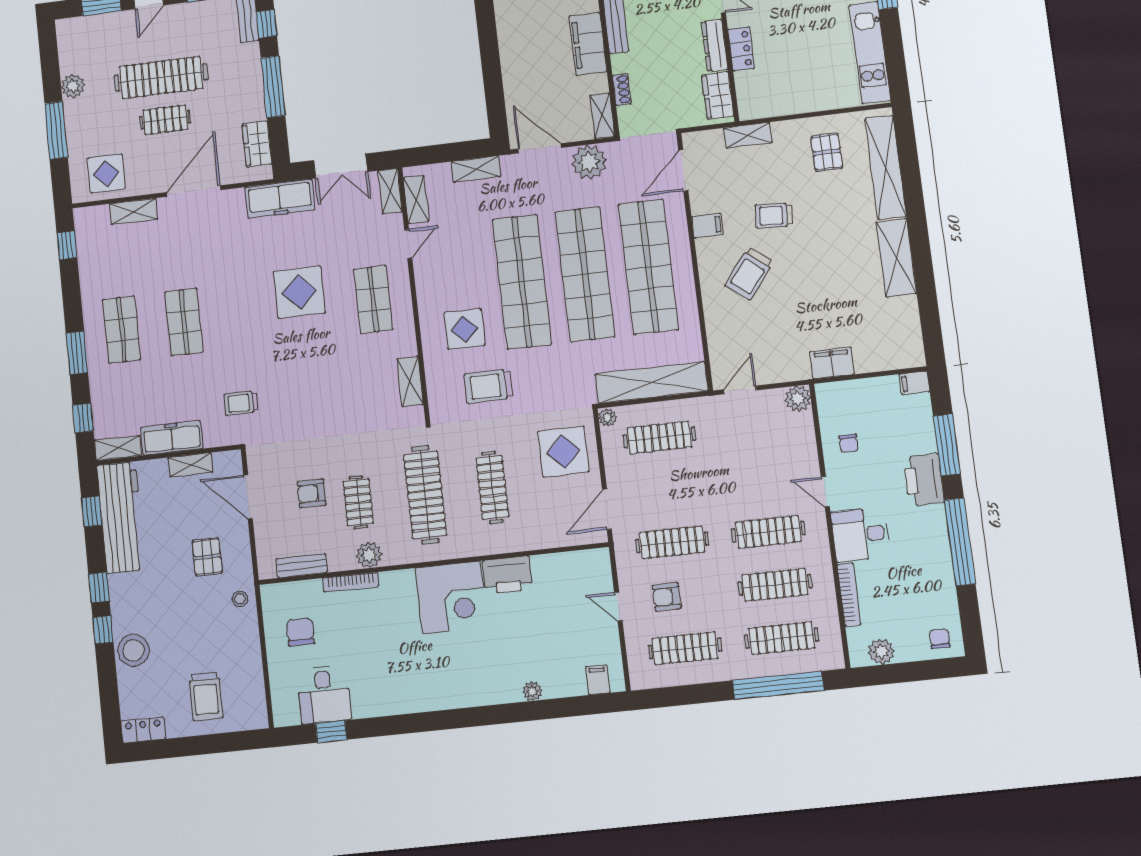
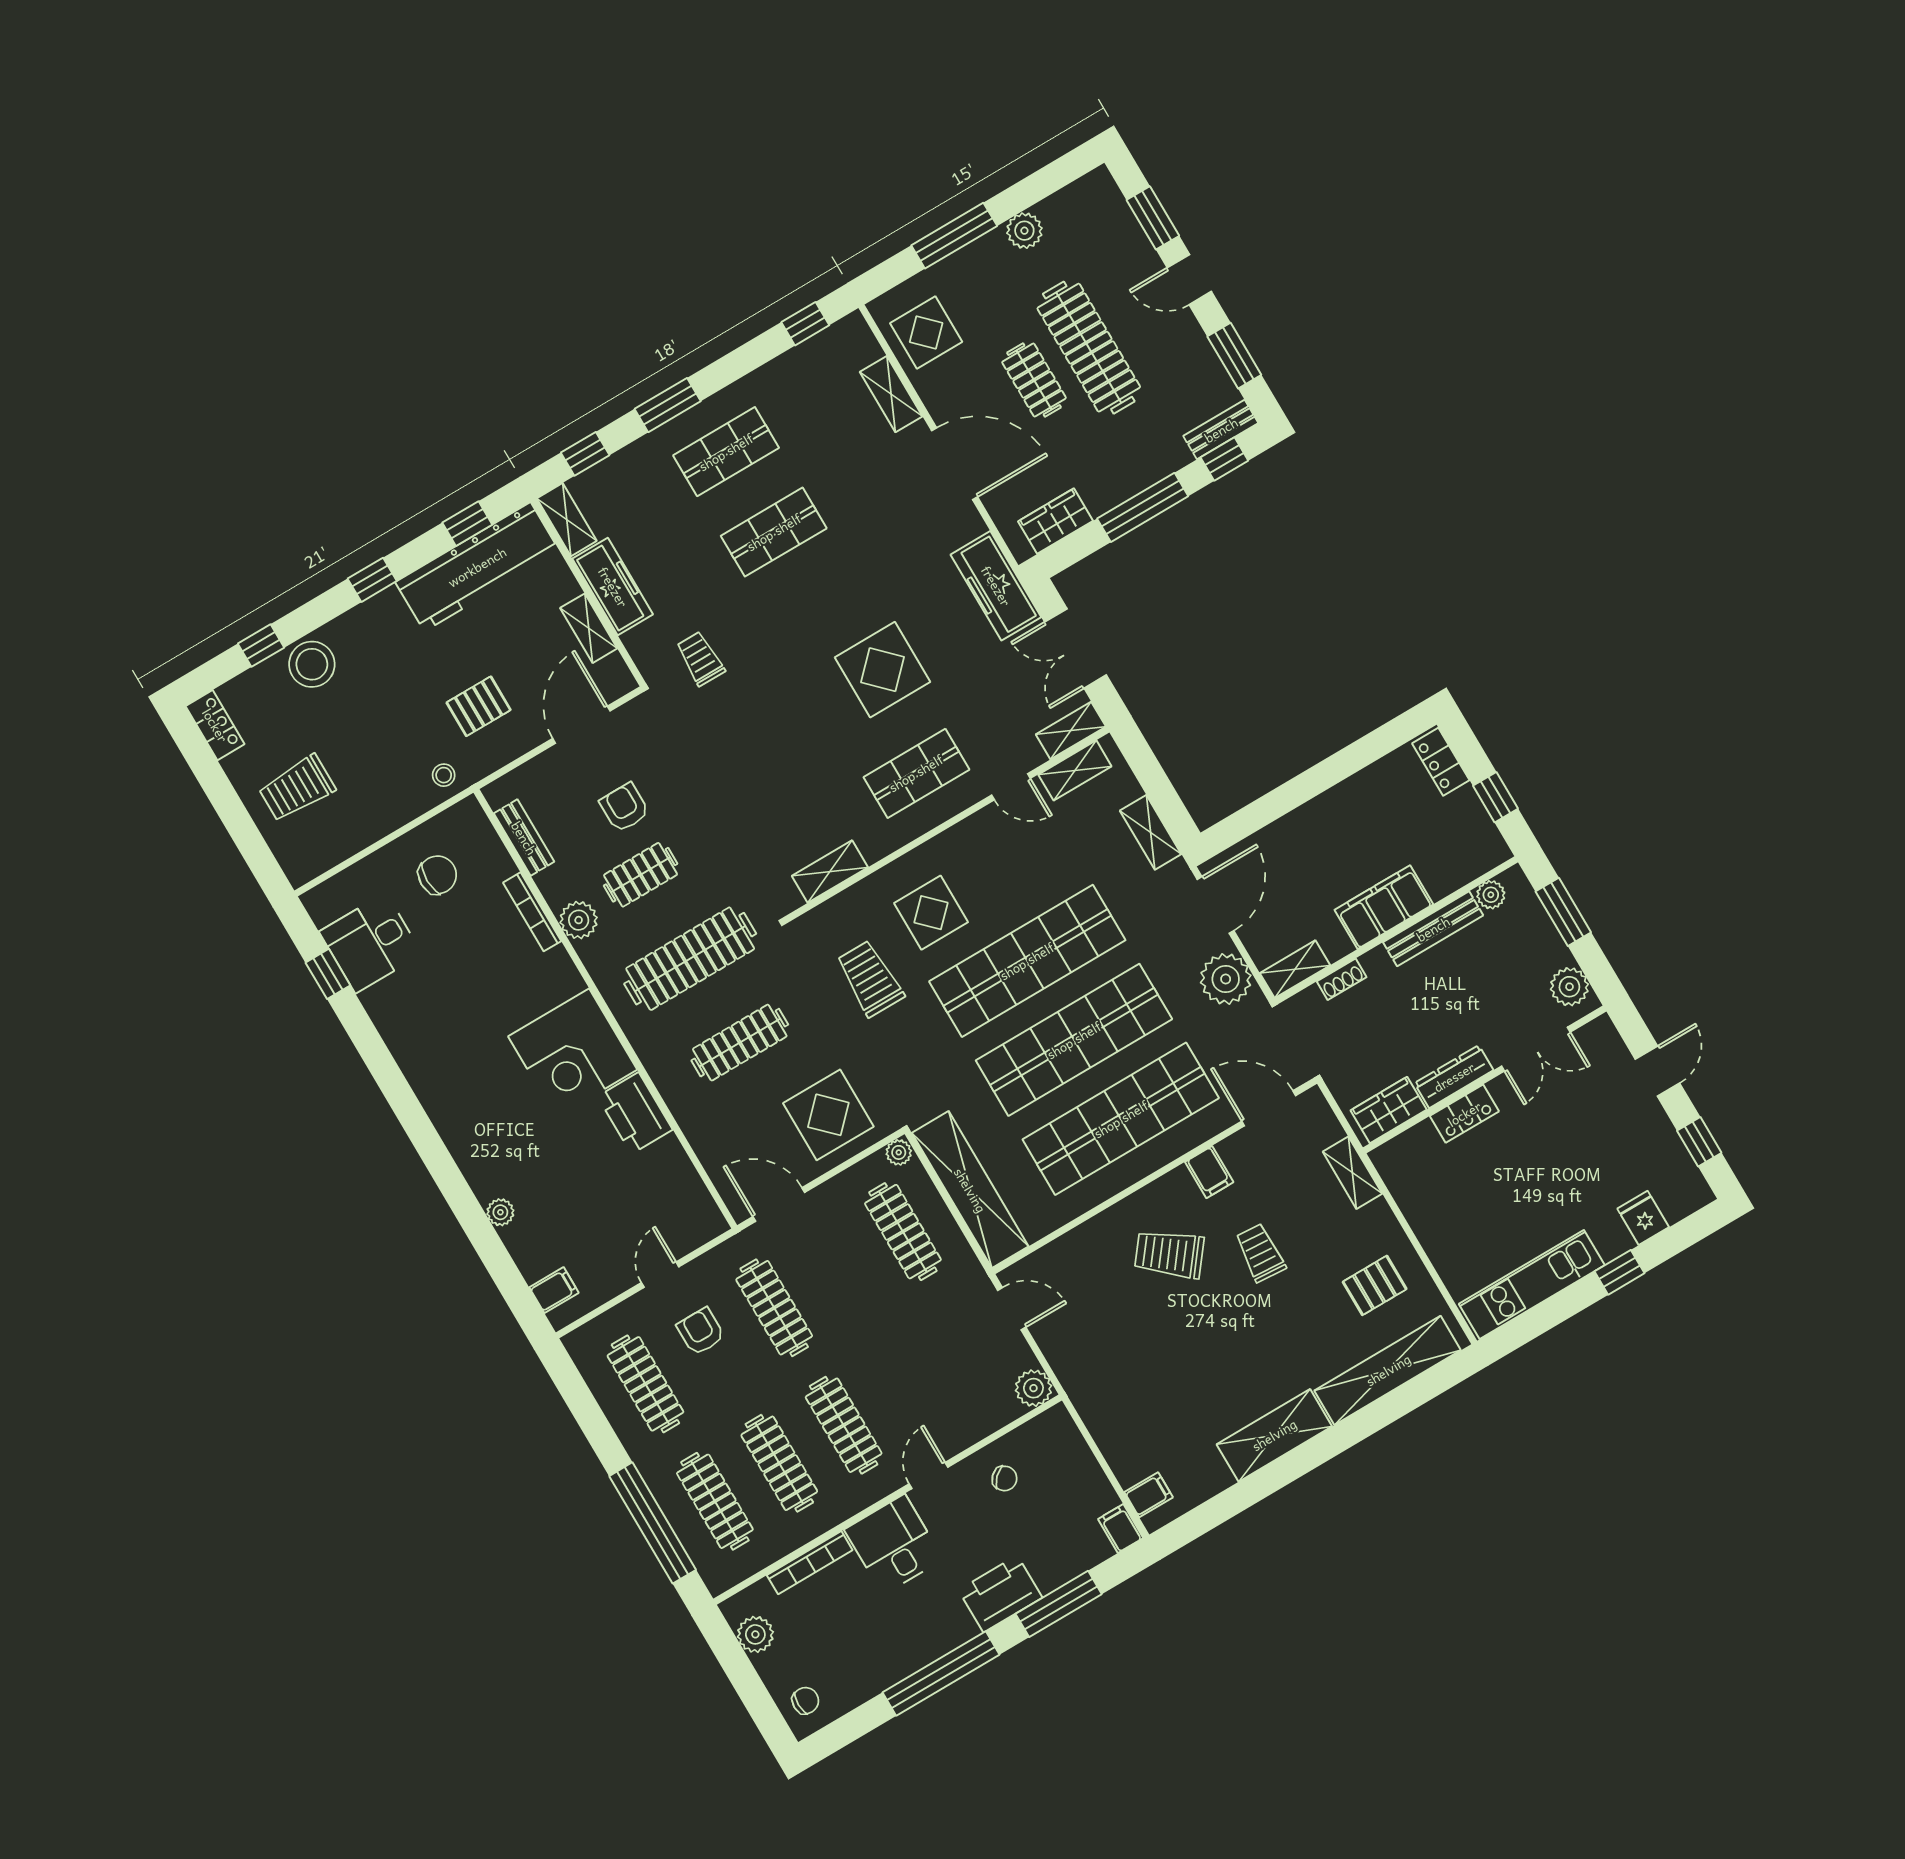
filing cabinet: (832, 363) -> (1149, 1495), moved, width x0.50
chair: (849, 443) -> (1005, 1478), turned -135
window: (103, 630) -> (261, 646), moved

